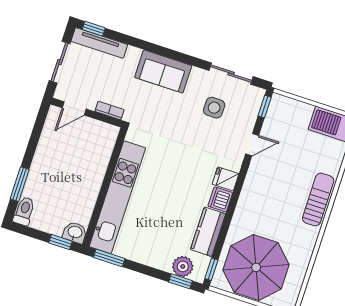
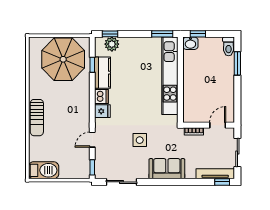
side table: (214, 108) -> (140, 140), moved
window: (211, 269) -> (92, 65), moved

